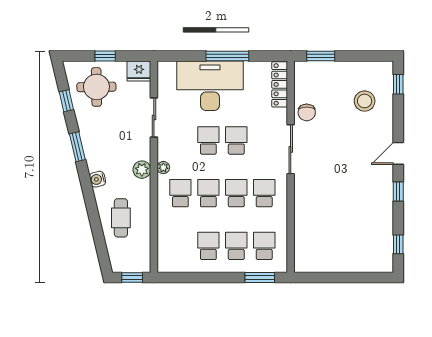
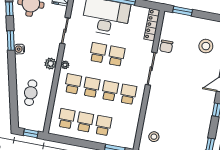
water cooler: (98, 179) -> (19, 49), moved
school desk: (264, 246) -> (66, 119), moved
stool: (314, 248) -> (154, 137), added

